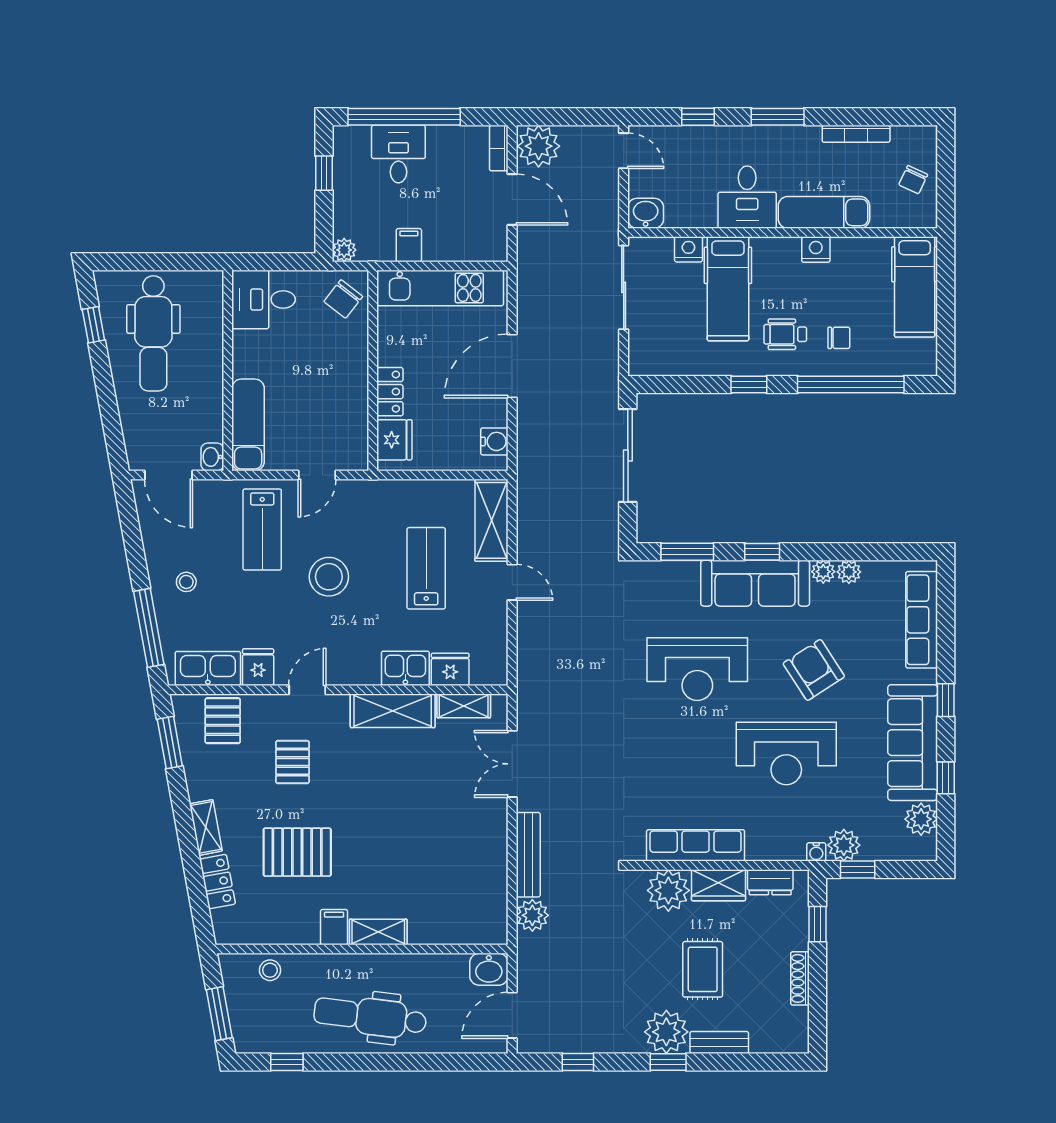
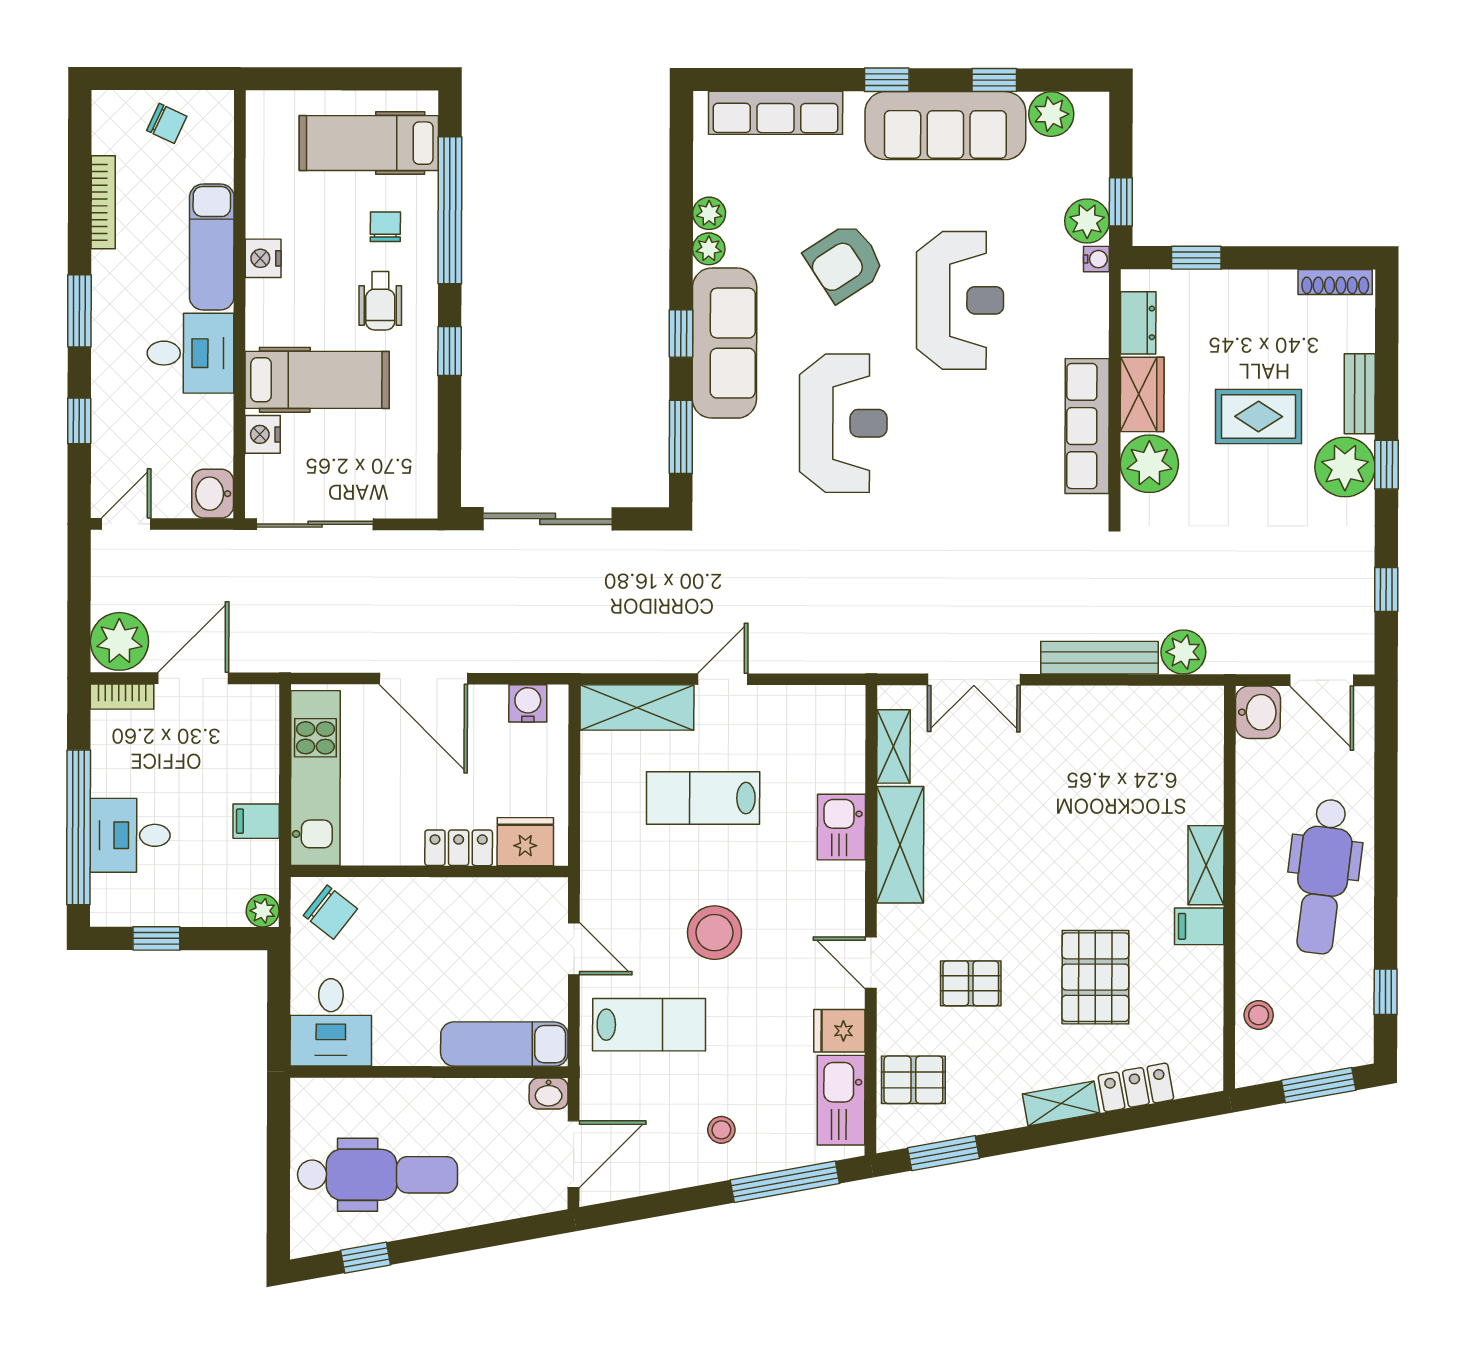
hospital bed: (915, 287) -> (369, 143), moved, turned 180
fridge: (450, 669) -> (843, 765), removed
shoe rack: (800, 978) -> (1335, 282), moved

